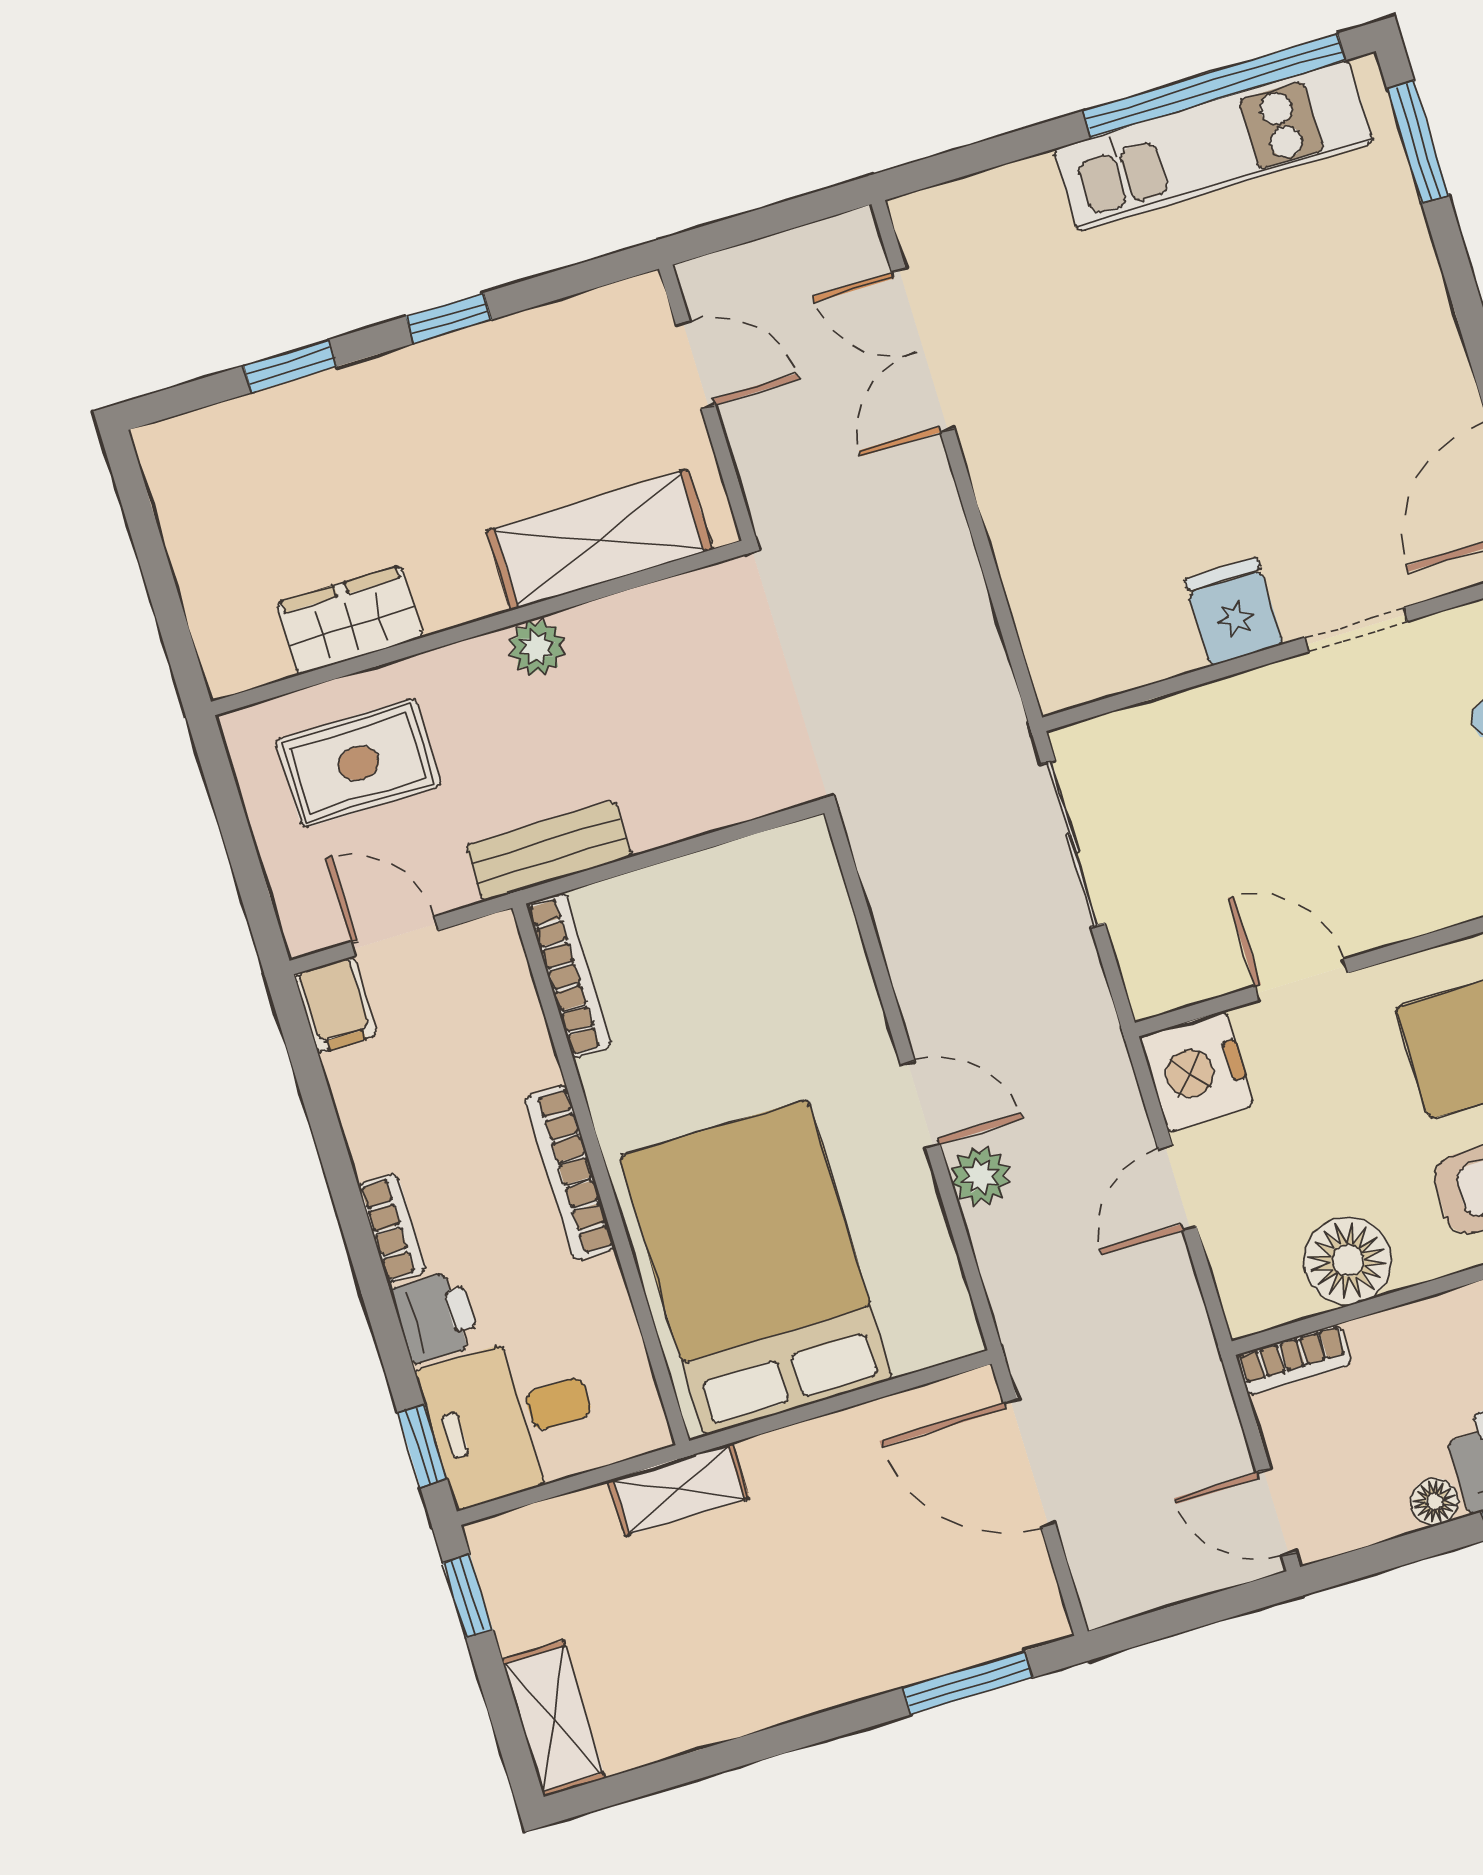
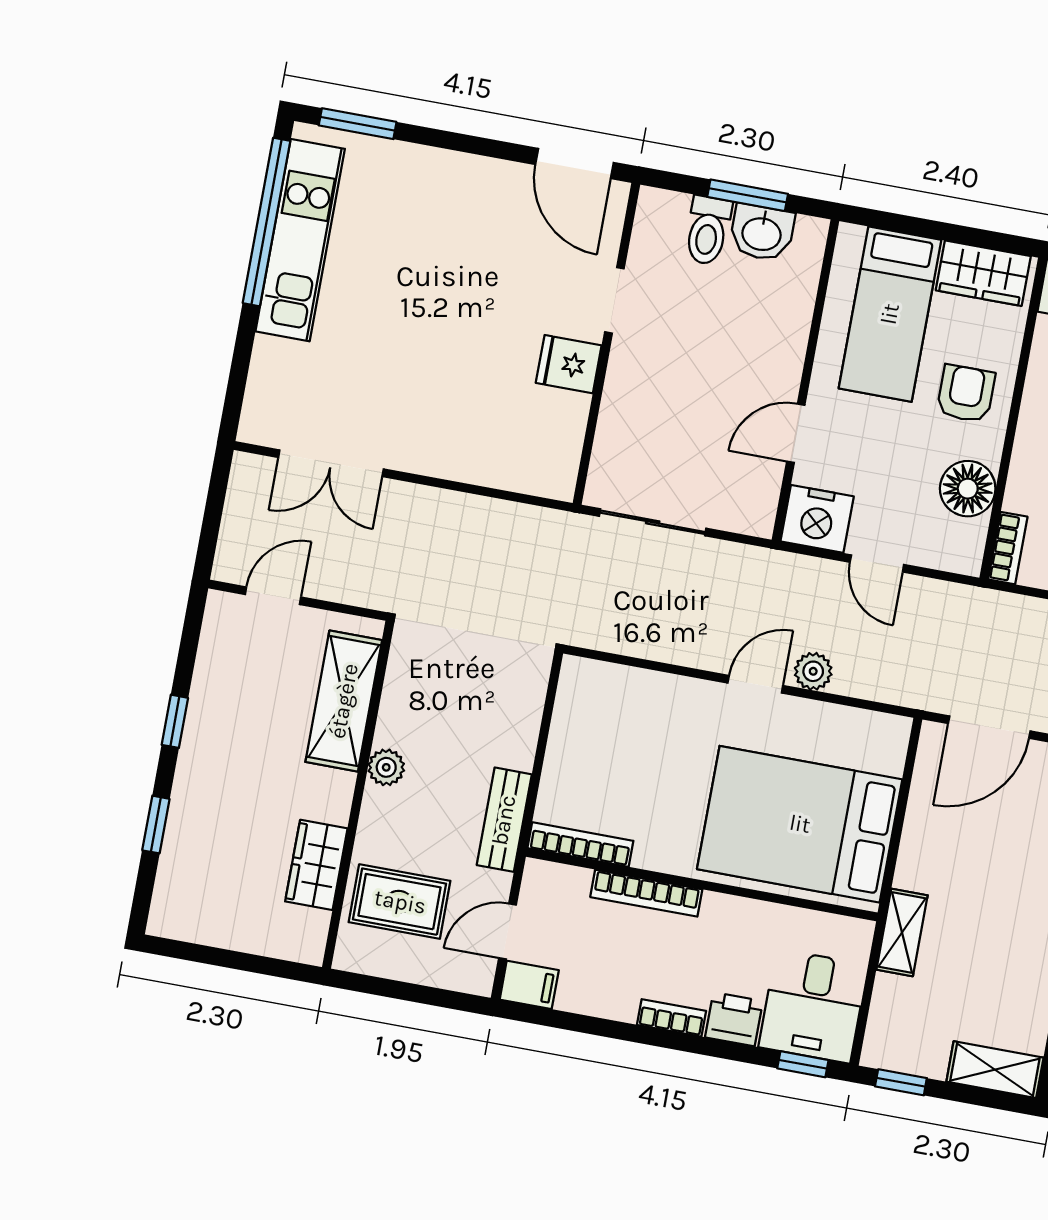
rug: (359, 763) -> (400, 902), turned 90
bookcase: (570, 1173) -> (646, 893), moved

